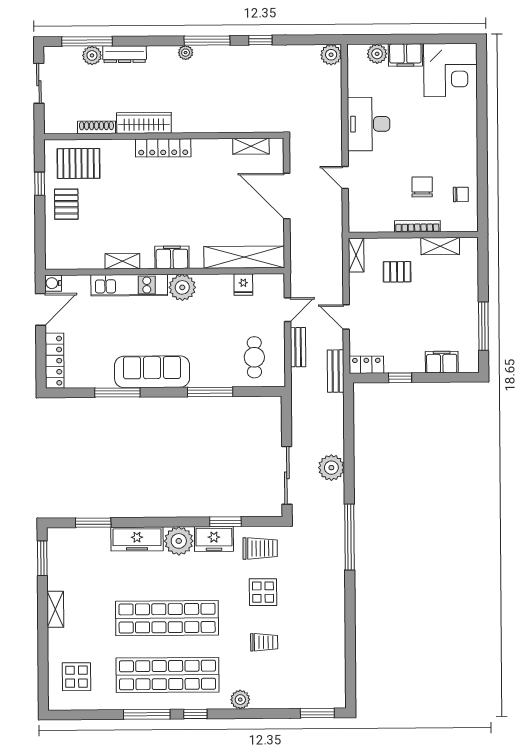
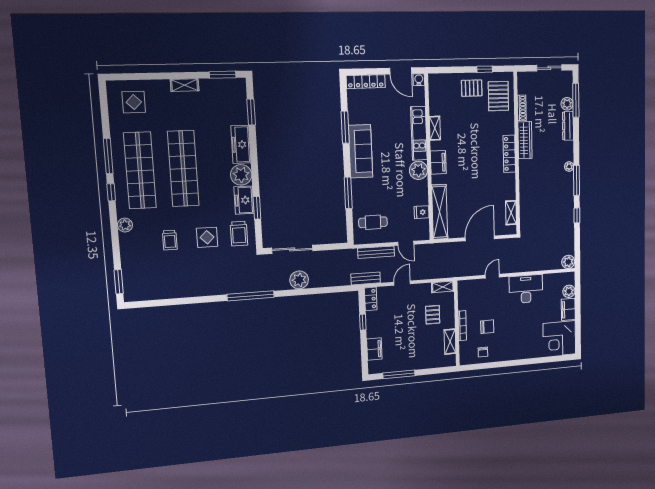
bench: (298, 347) -> (376, 252), width x1.36

